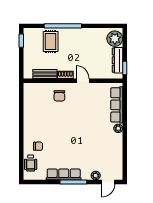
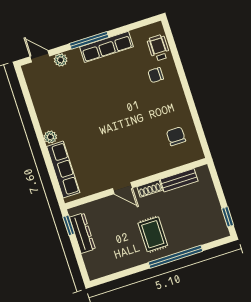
plant: (115, 39) -> (96, 262), removed
rug: (51, 42) -> (153, 234), moved
chair: (59, 96) -> (176, 136), moved
door: (108, 182) -> (40, 56), hinge flipped

